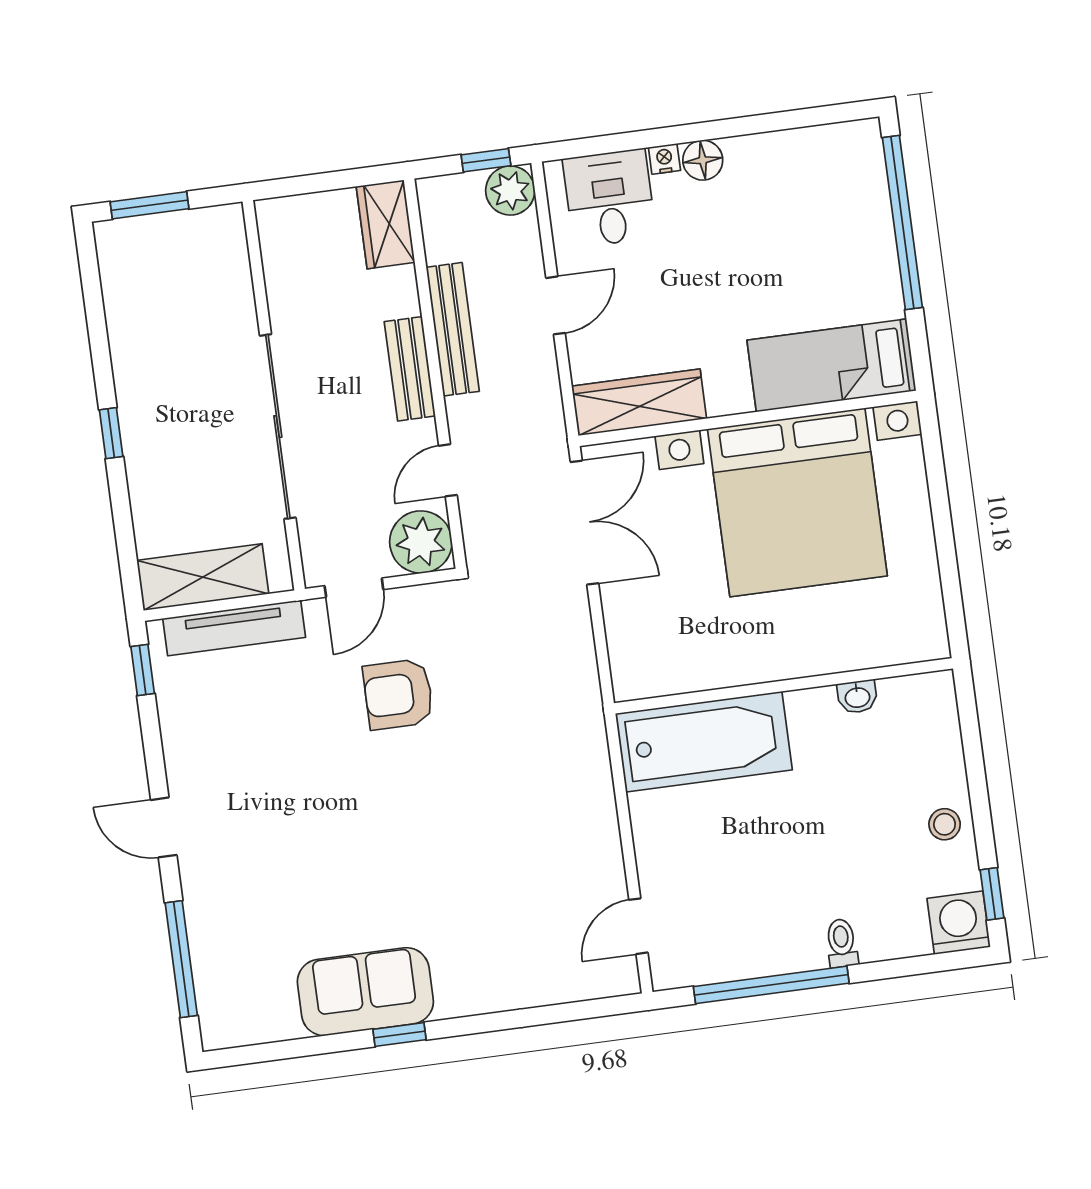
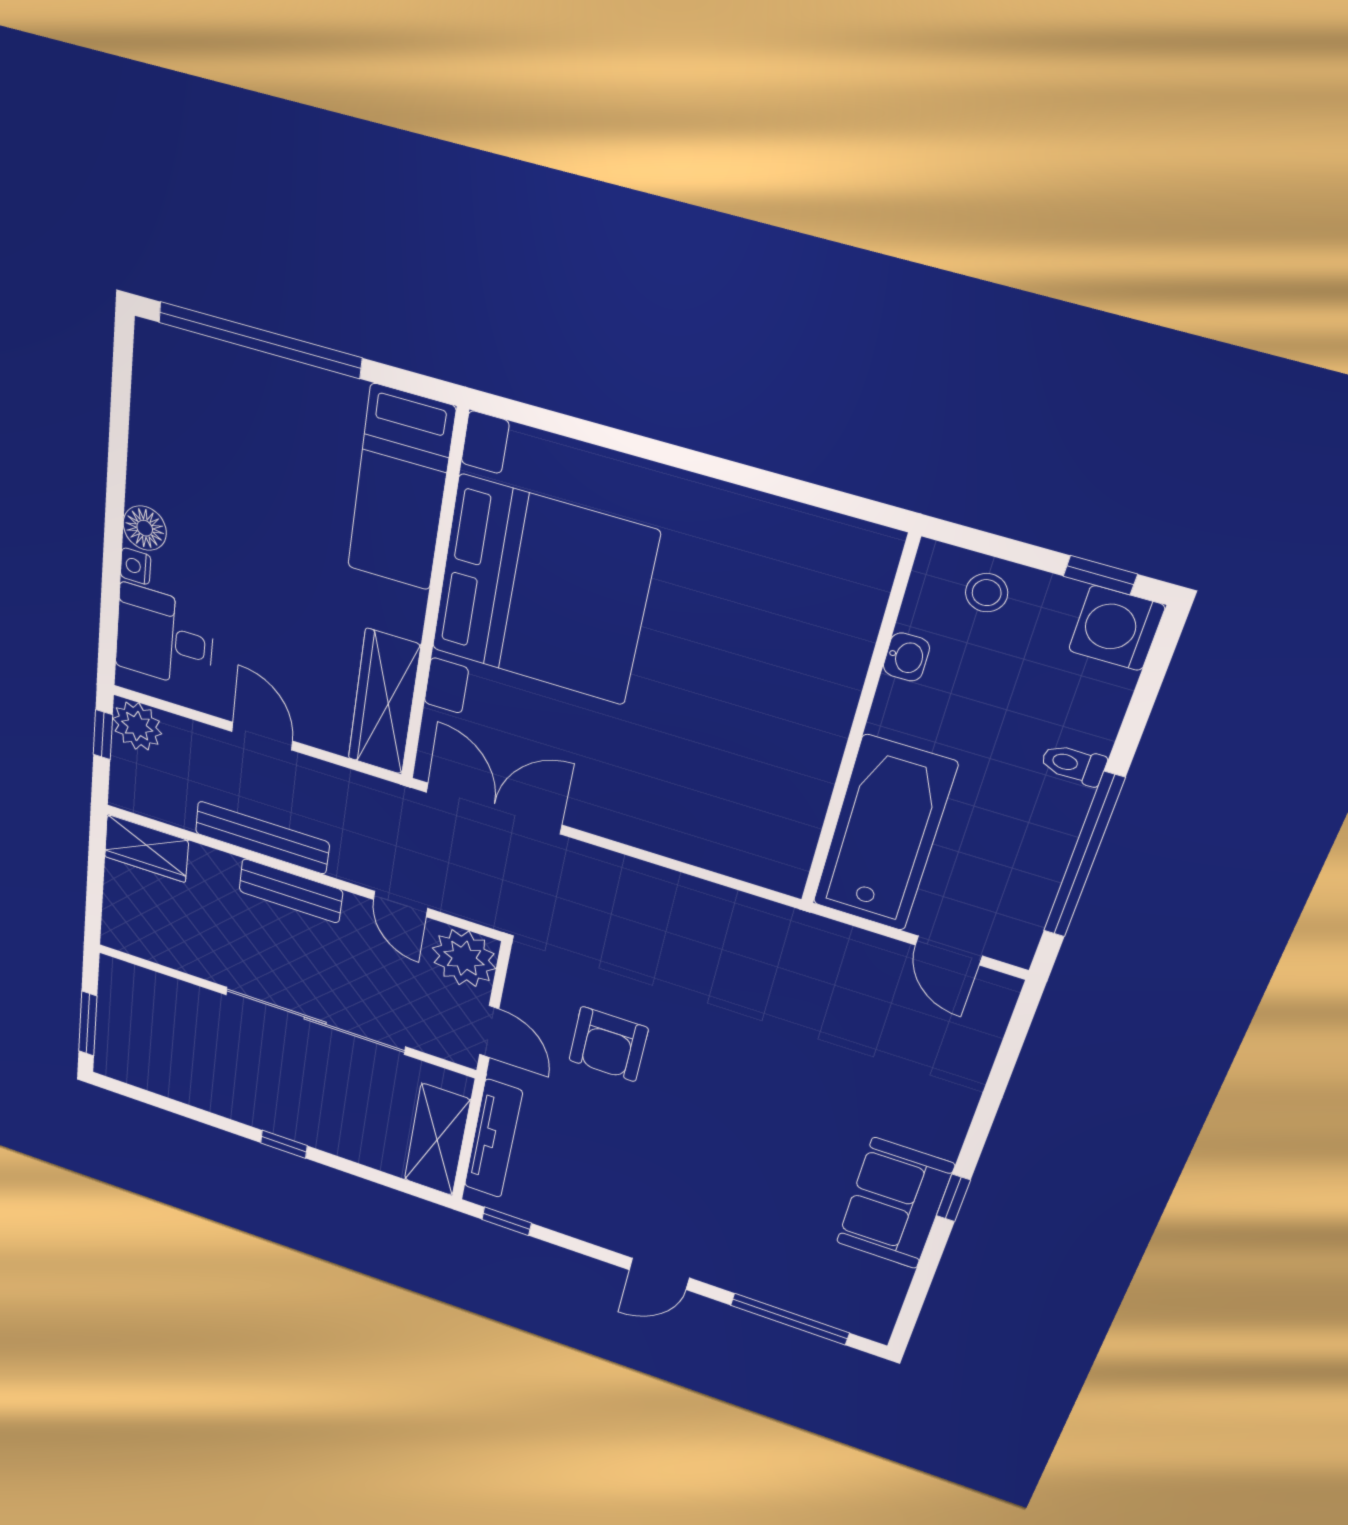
wall: (784, 686) -> (858, 728), moved
washbasin: (857, 697) -> (906, 657), moved
bathtub: (704, 742) -> (884, 834), moved

